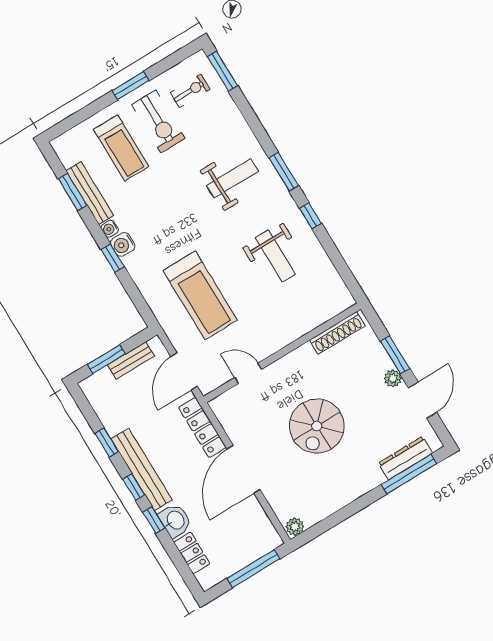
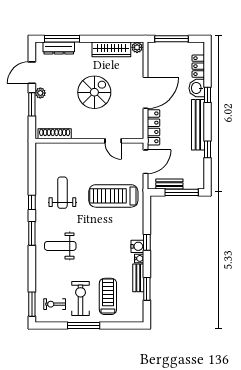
window: (131, 86) -> (84, 326), width x1.44
bench: (90, 193) -> (138, 278), width x0.73
treadmill: (200, 295) -> (113, 196), turned -90
window: (106, 359) -> (182, 192), width x1.44
window: (134, 487) -> (208, 118), removed
wardrobe: (330, 502) -> (111, 49), added

